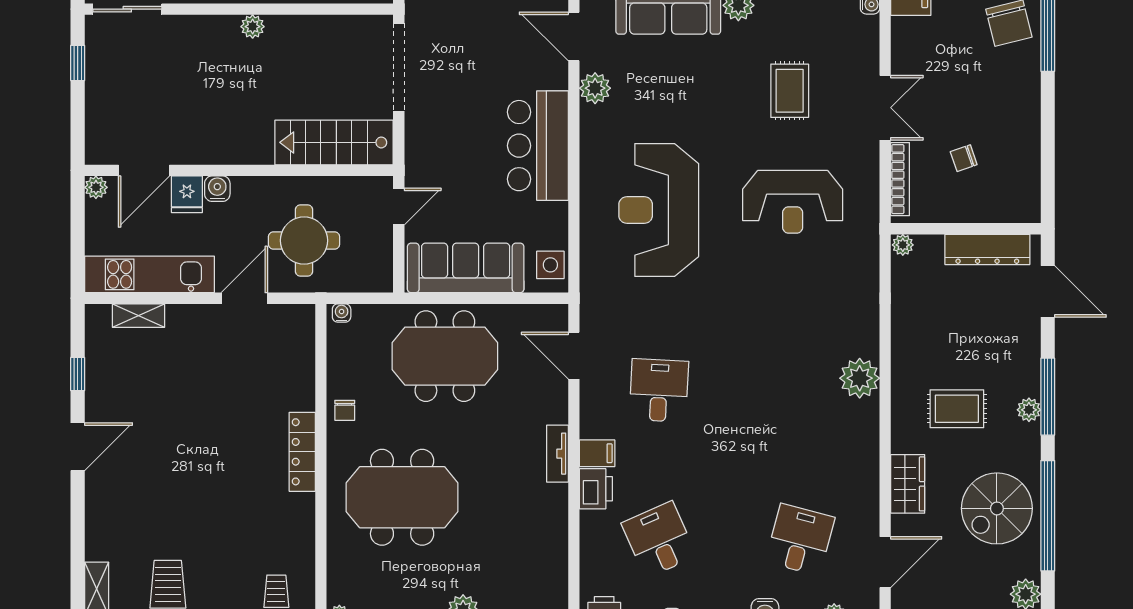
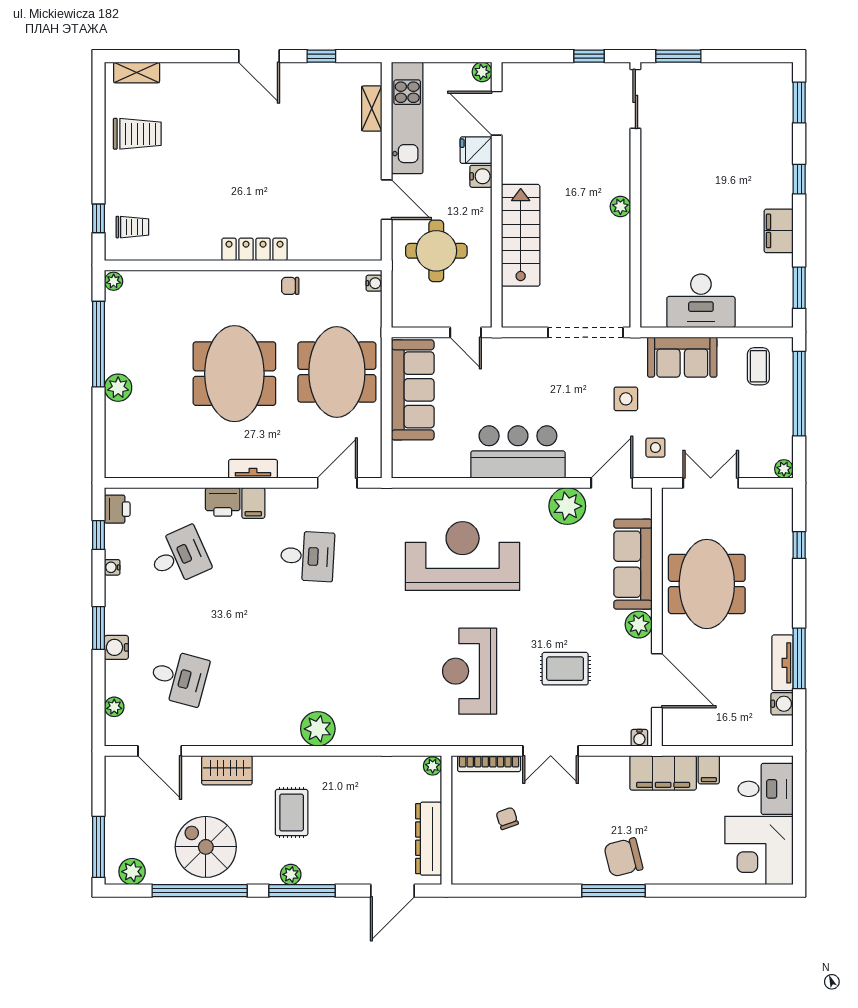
plant: (595, 88) -> (567, 506), width x1.36, depth x1.36
stairs: (334, 142) -> (521, 235), moved
side table: (550, 265) -> (626, 399), moved
meeting table: (402, 497) -> (234, 374), moved

